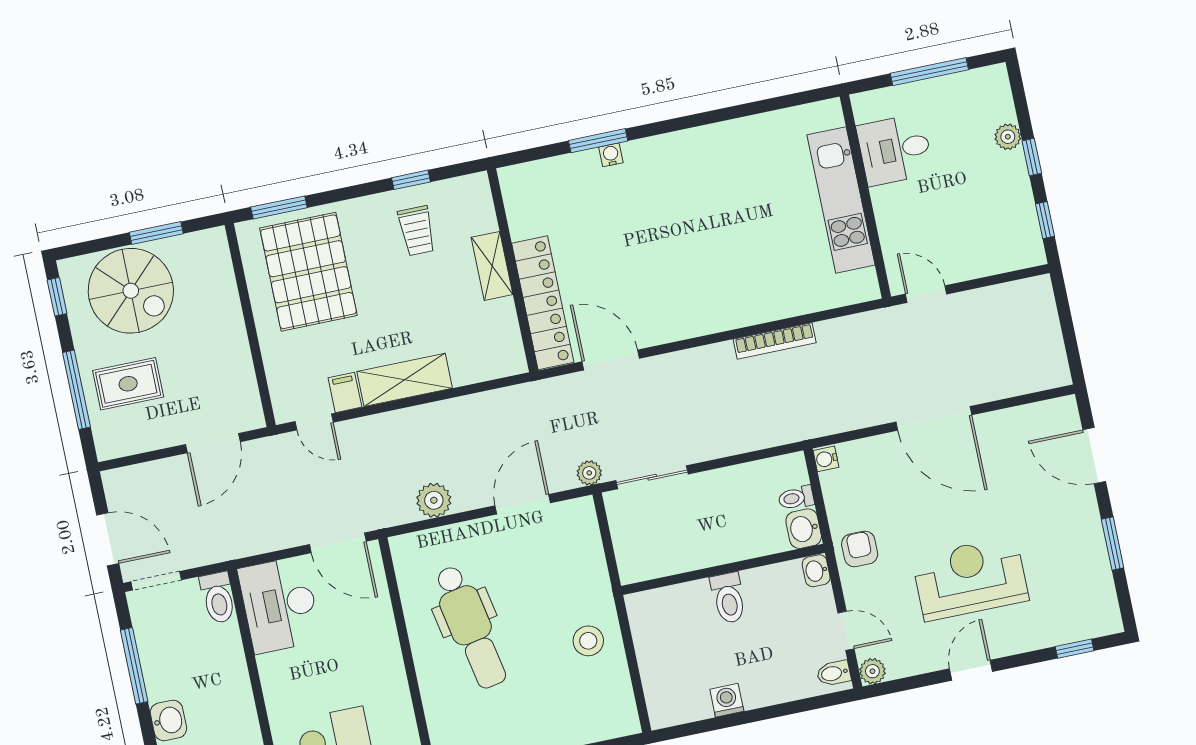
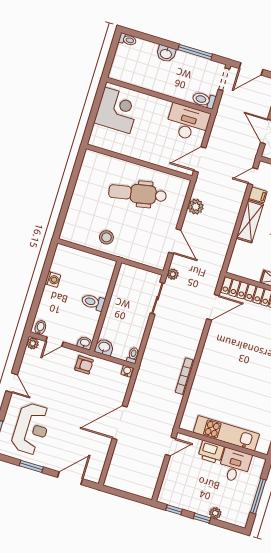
printer: (894, 210) -> (211, 452), added
toilet: (796, 498) -> (133, 355), moved
reception desk: (970, 579) -> (31, 429), moved

